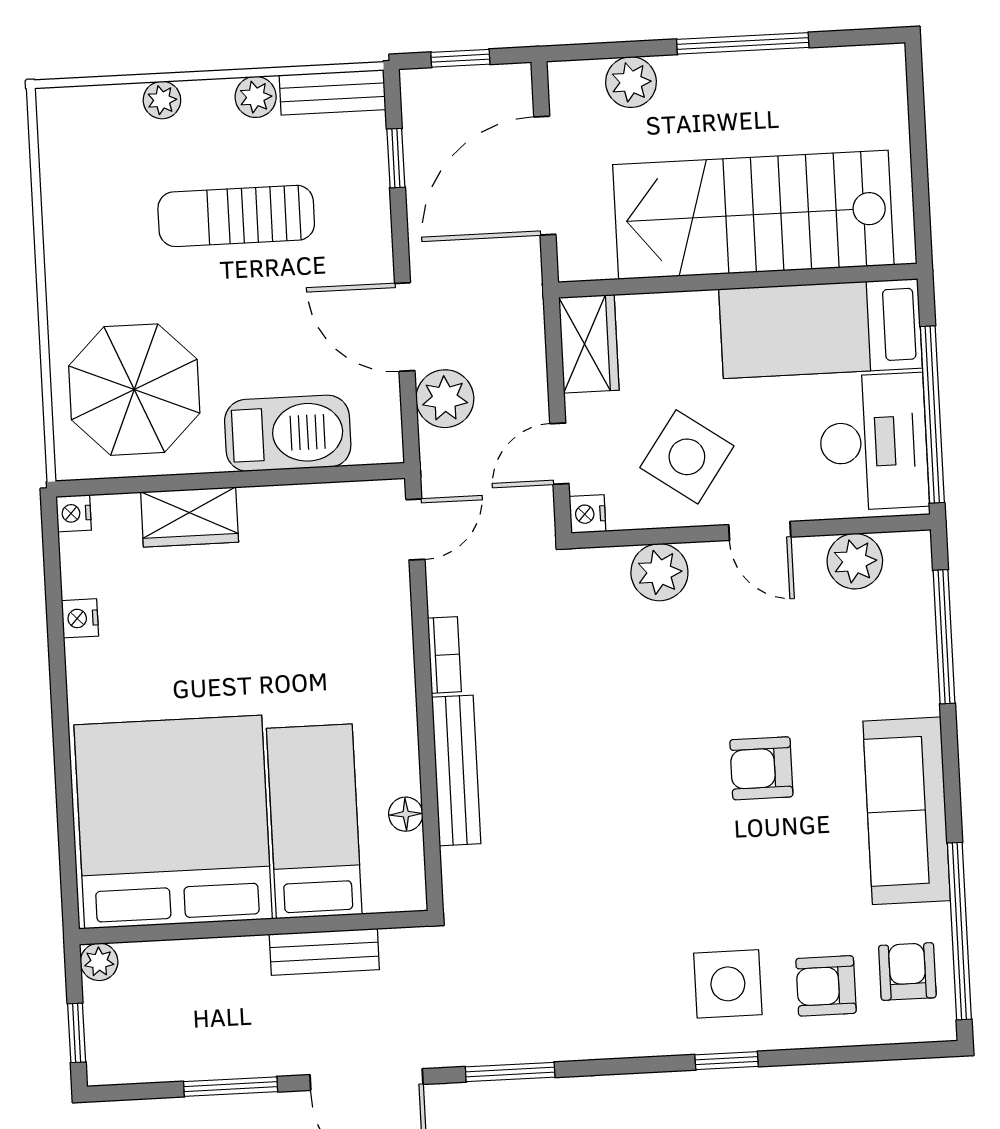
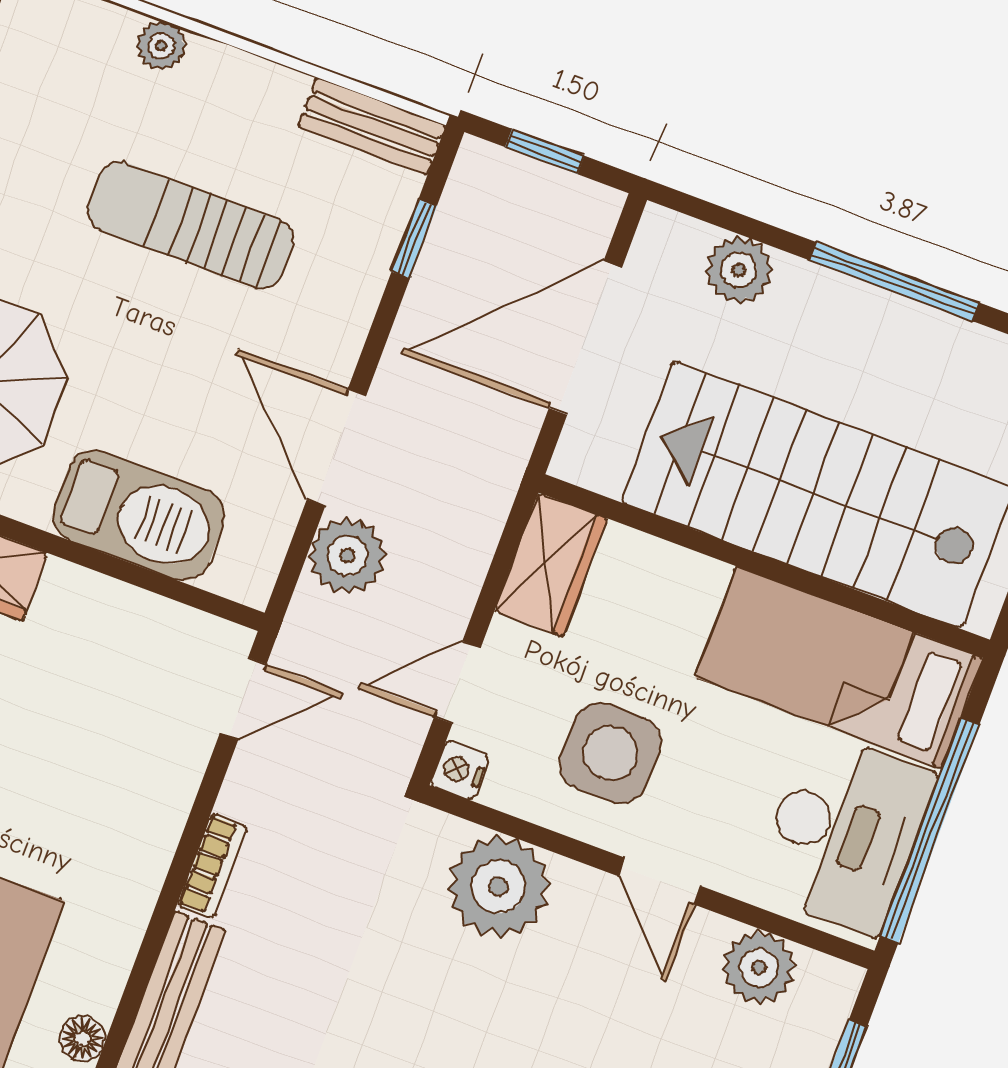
plant: (256, 97) -> (276, 91), removed
side table: (687, 457) -> (610, 753), turned -35
plant: (659, 572) -> (499, 887), width x1.36, depth x1.36

